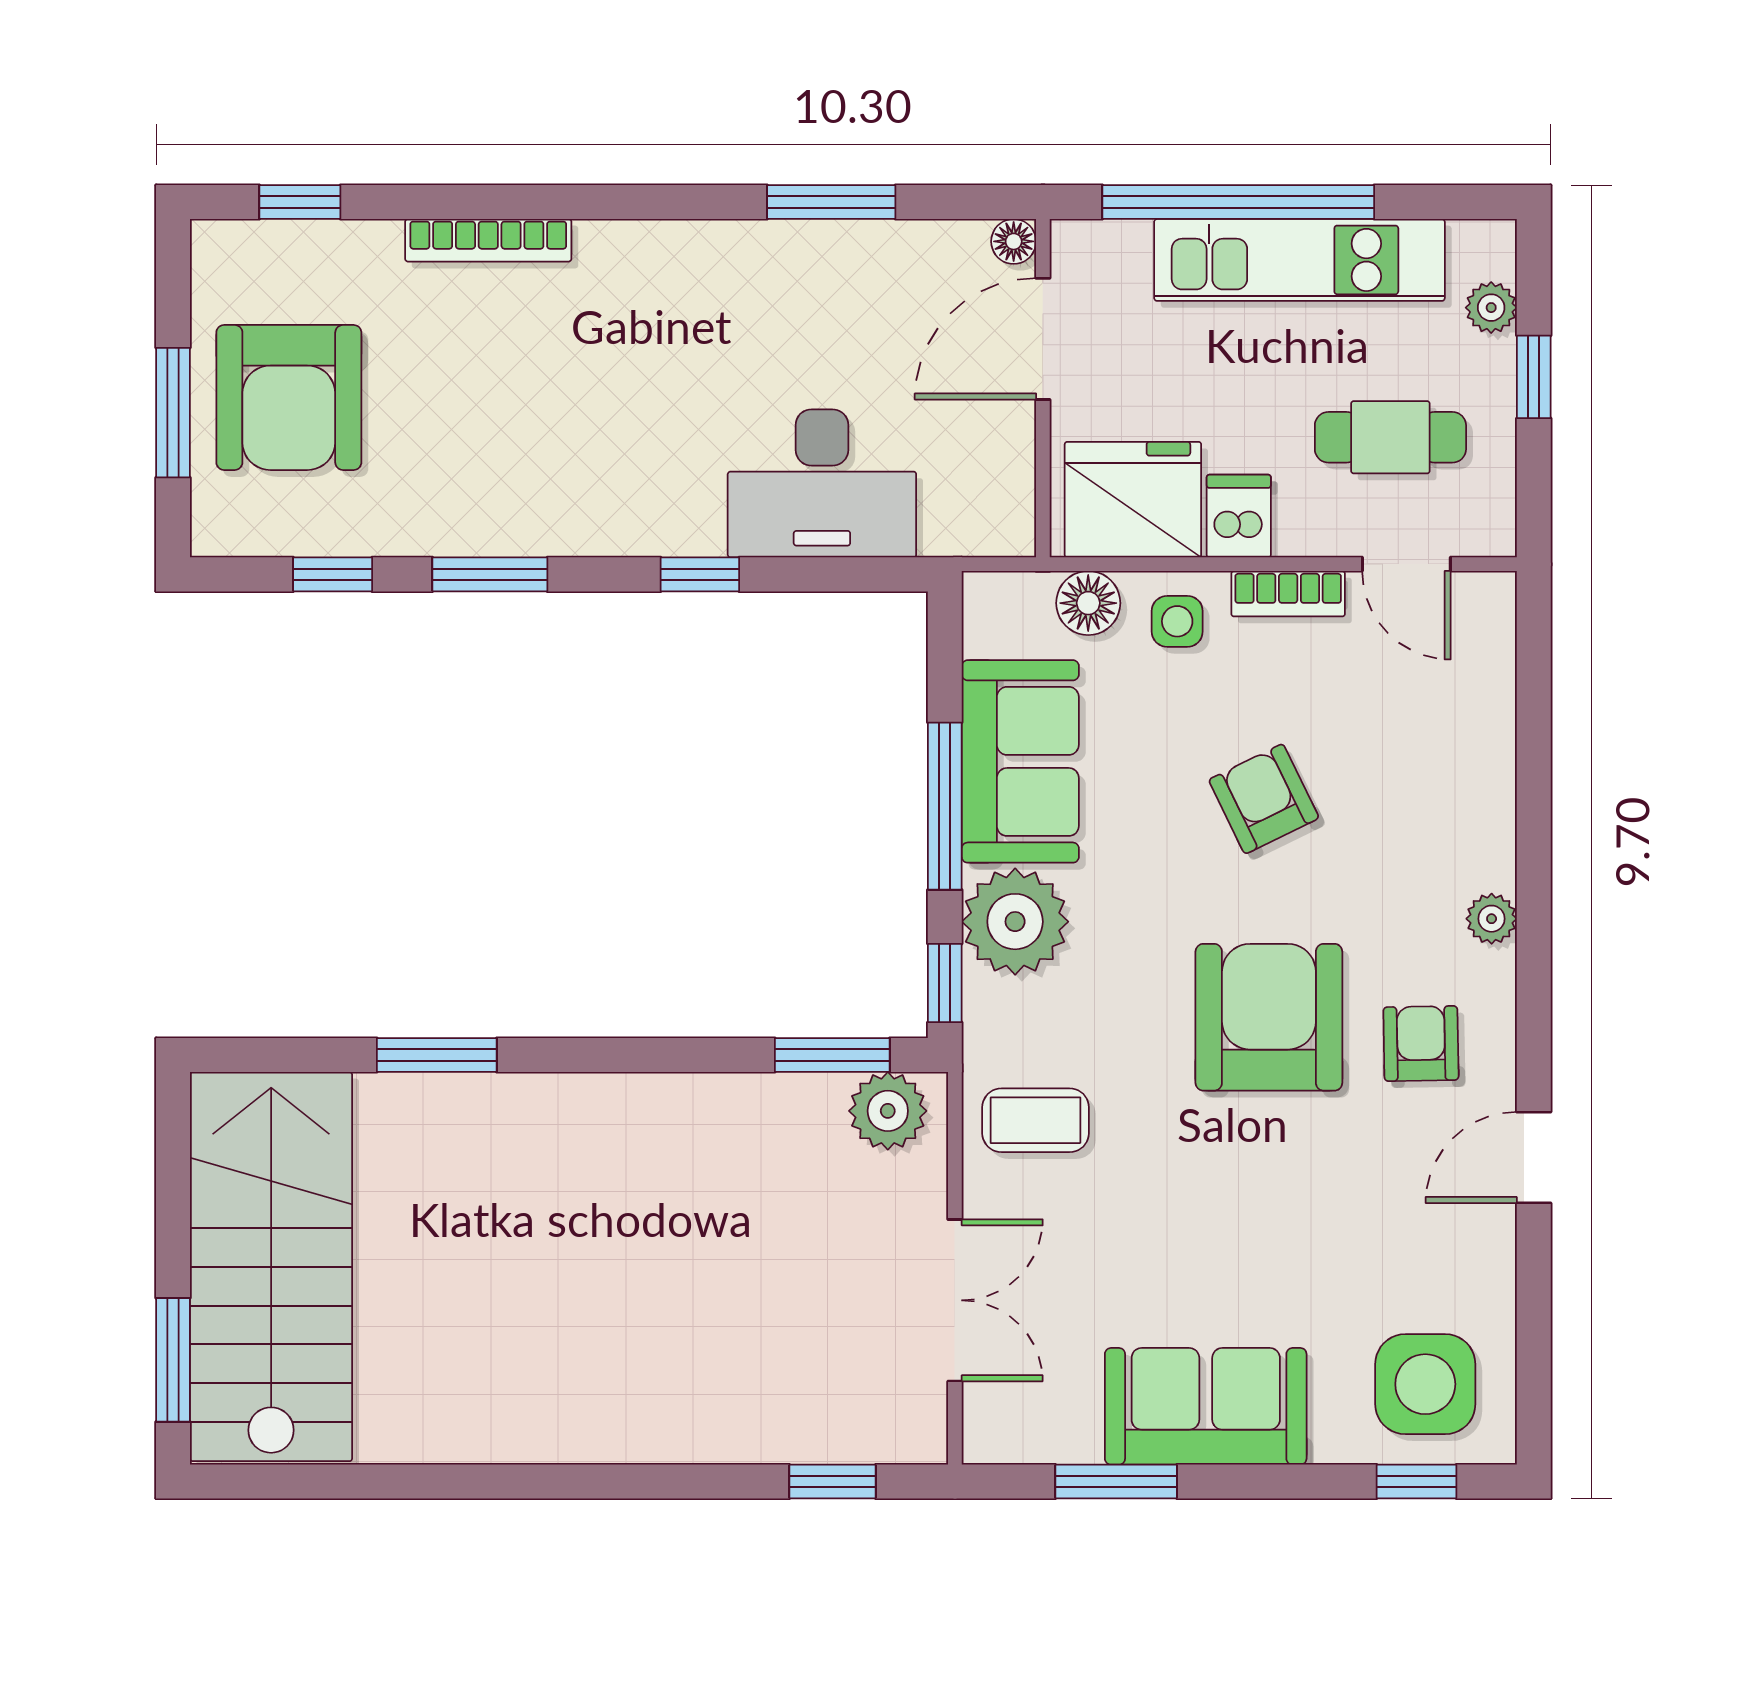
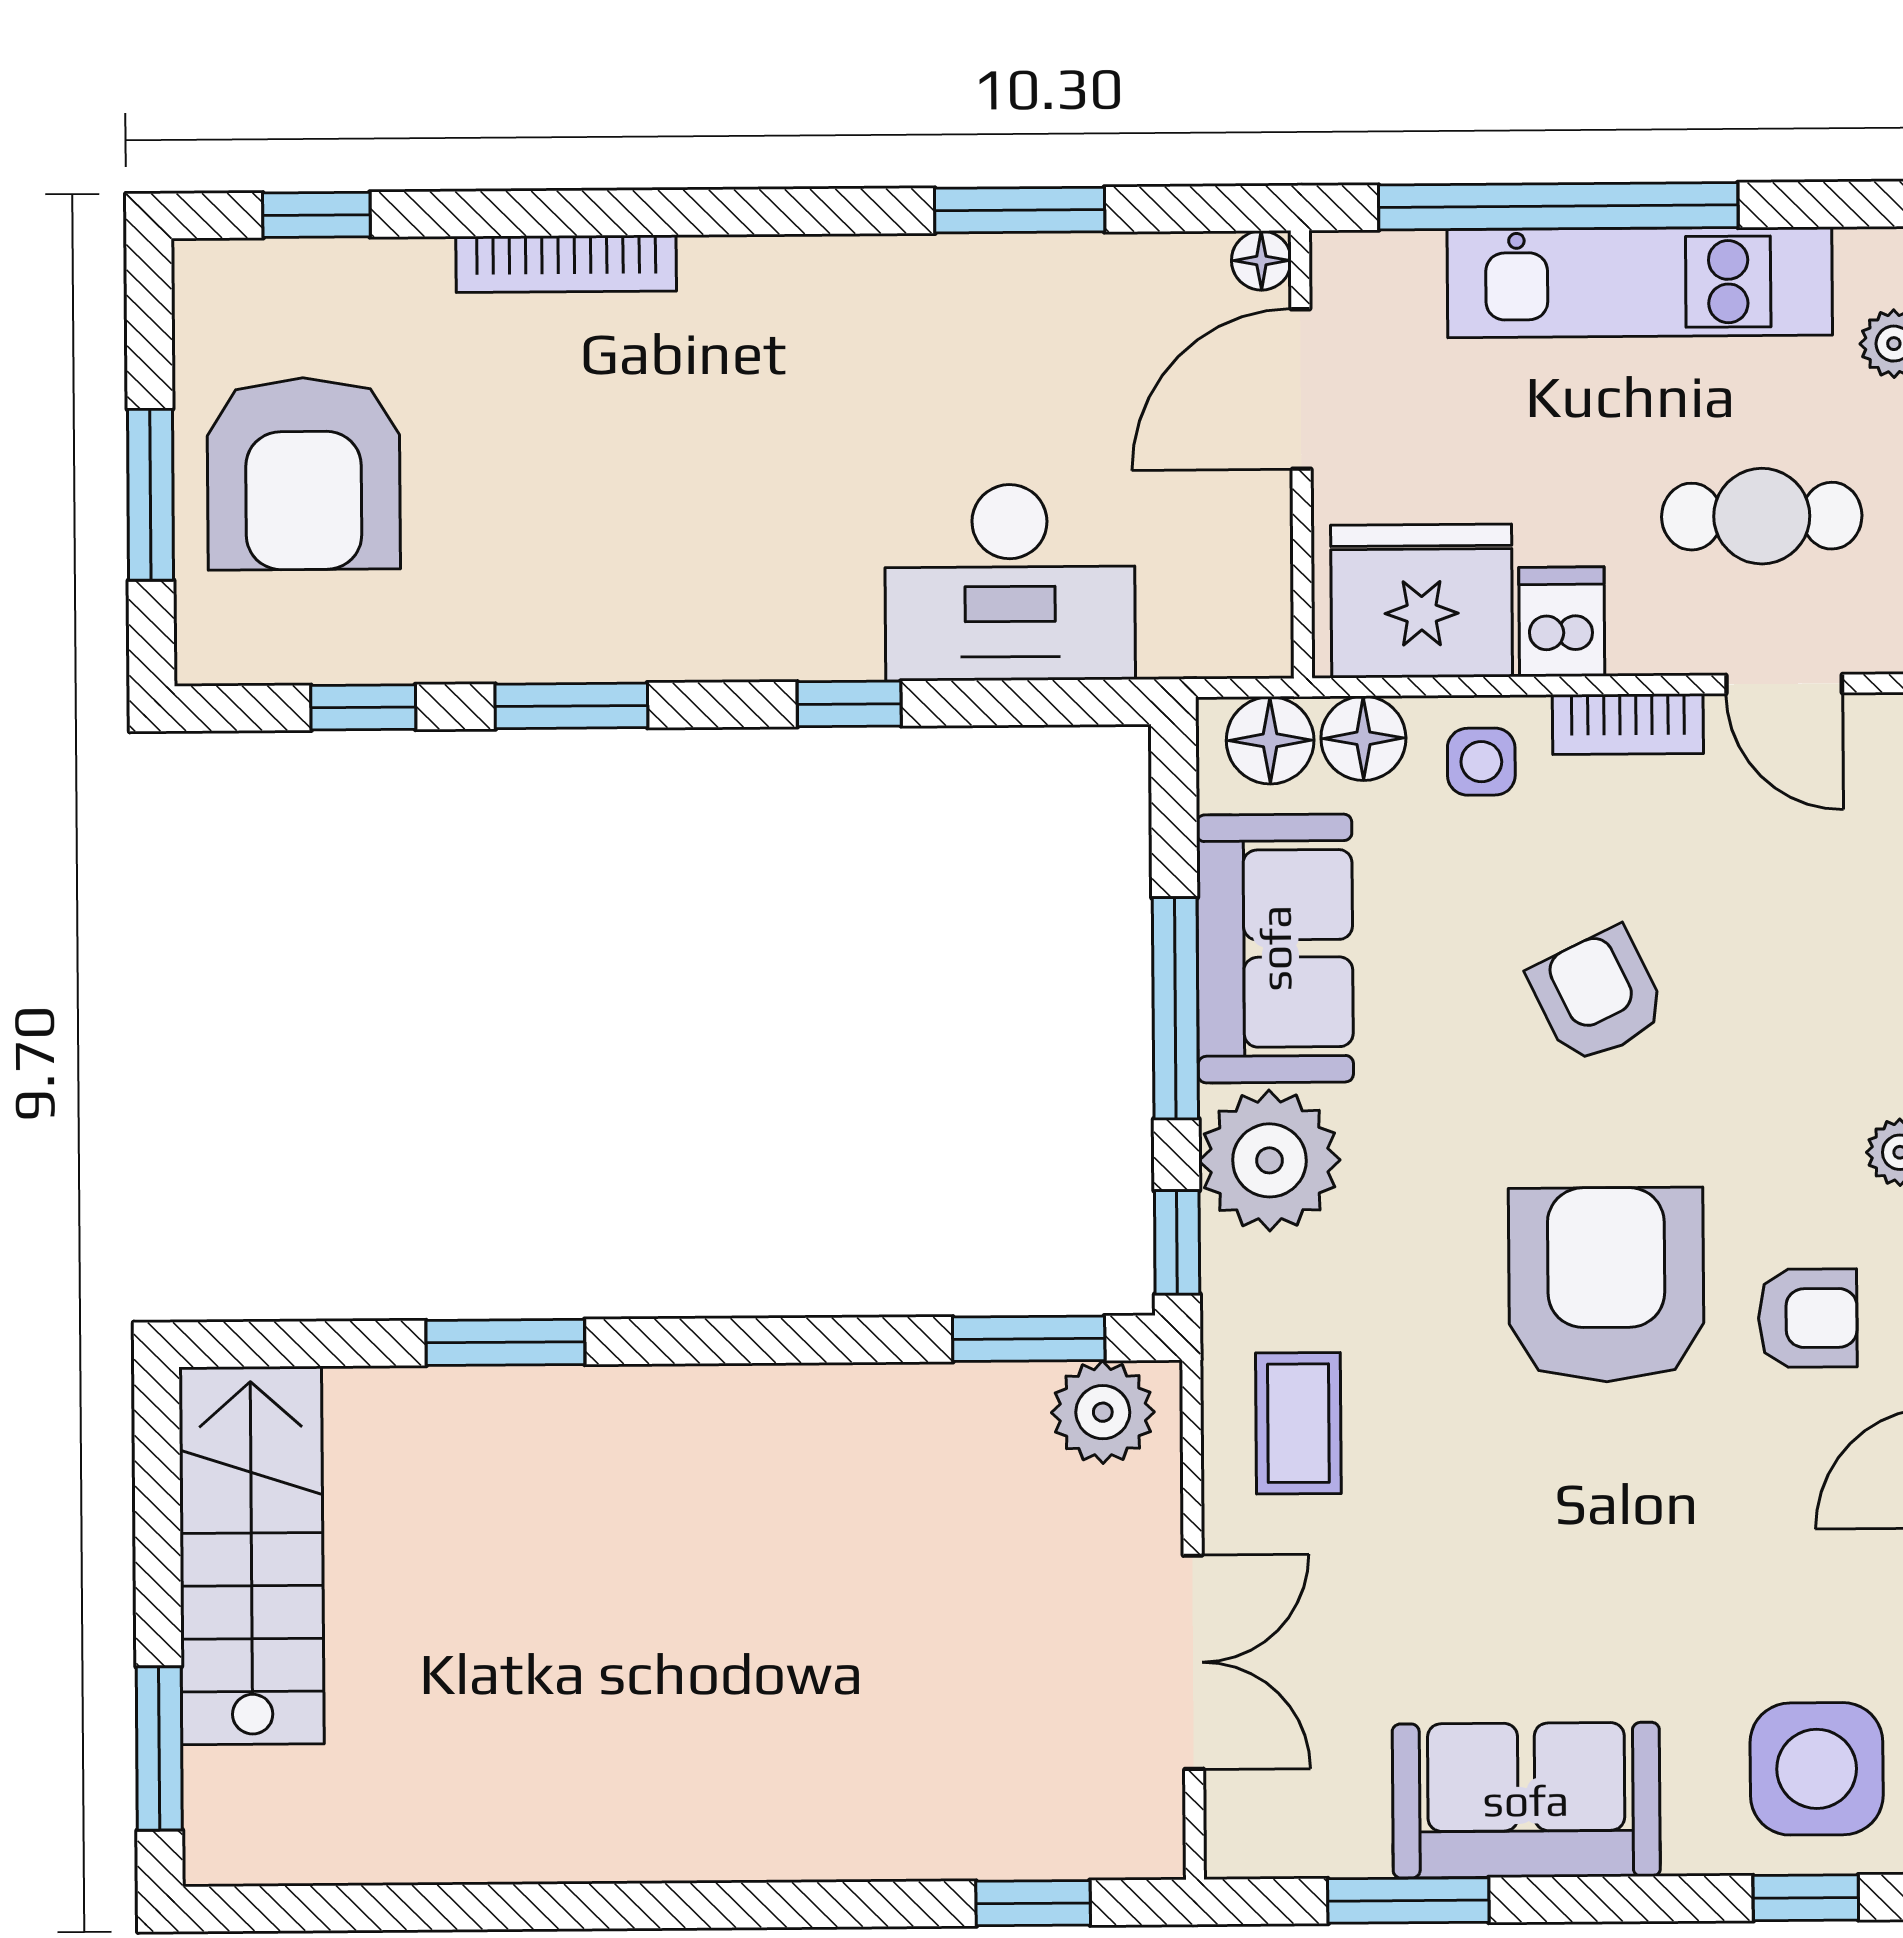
floor lamp: (1018, 604) -> (1270, 740), added
armchair: (1421, 1044) -> (1808, 1318), turned 91
coffee table: (1036, 1120) -> (1298, 1423), turned 90
stairs: (271, 1267) -> (252, 1555), width x0.73, depth x0.66

